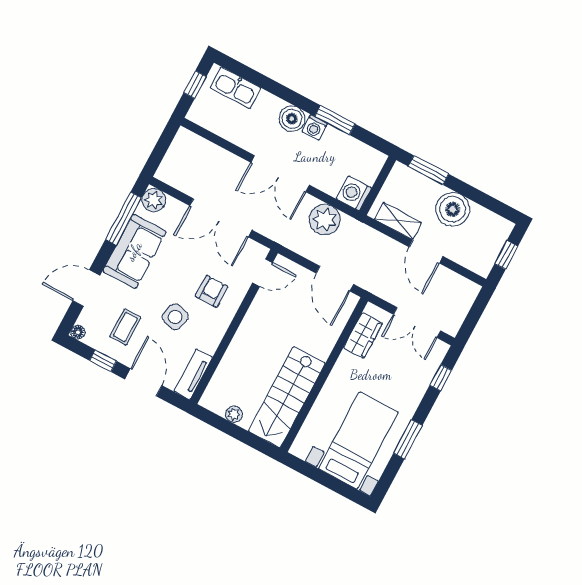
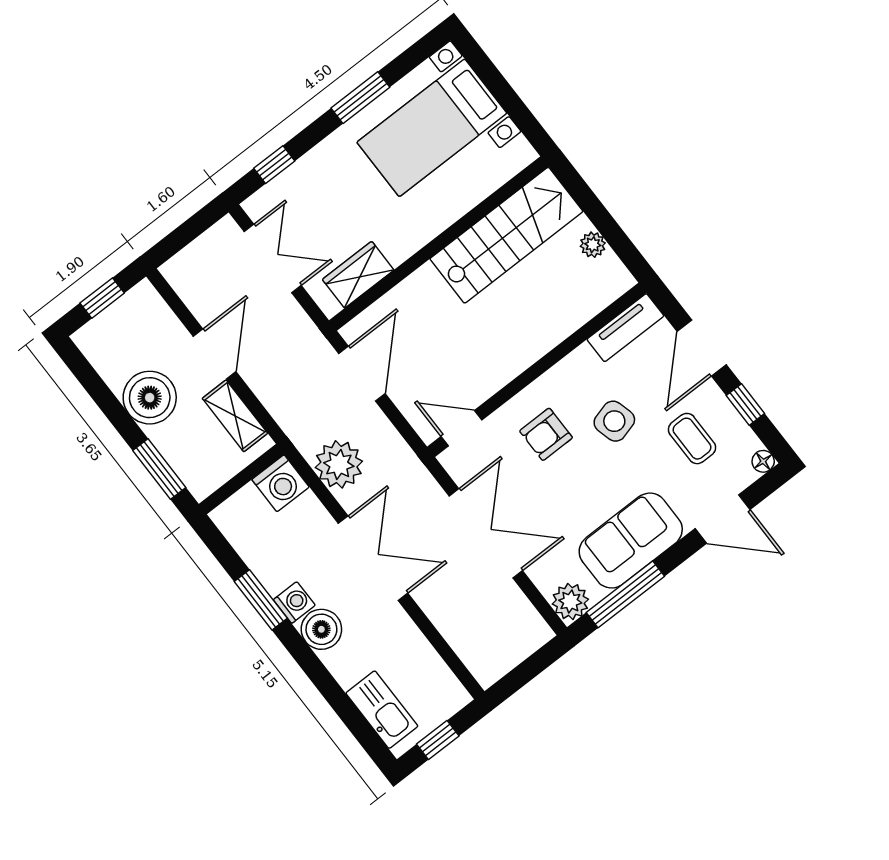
side table: (175, 317) -> (614, 421), turned -31
coffee table: (125, 327) -> (692, 439), turned 90

